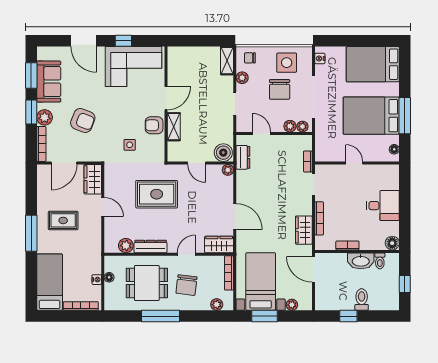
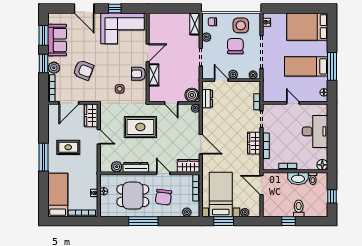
chair: (280, 89) -> (235, 46), turned 180
bed: (371, 116) -> (306, 66), width x0.67
plant: (290, 126) -> (233, 74), moved
desk: (383, 206) -> (315, 131), width x1.37
wardrobe: (304, 230) -> (254, 143), moved
door: (186, 254) -> (163, 173), hinge flipped

